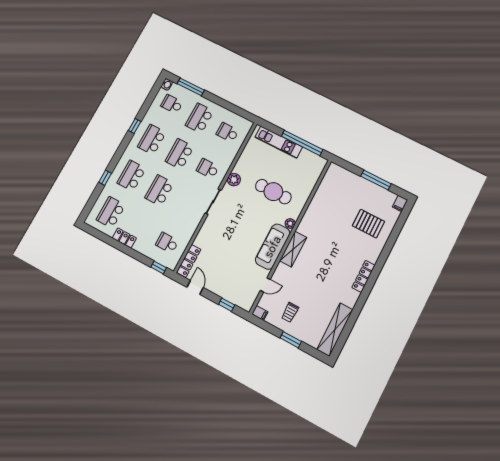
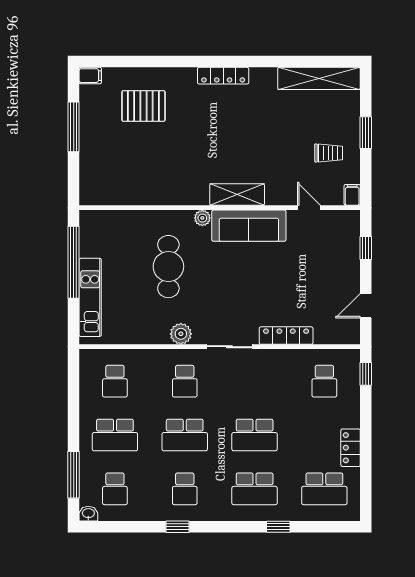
school desk: (152, 140) -> (185, 489), width x0.54
pallet: (368, 224) -> (143, 106), turned 90
locker: (189, 261) -> (286, 336), moved

